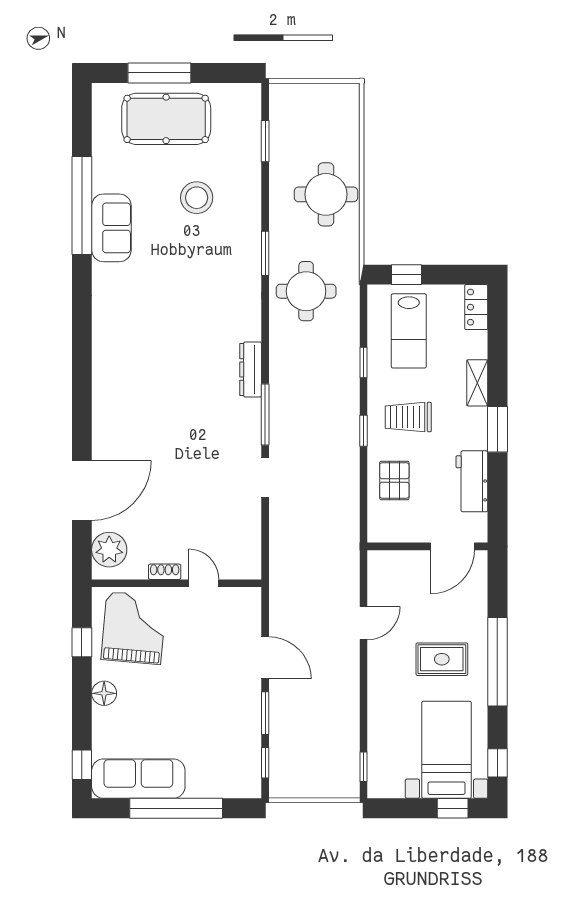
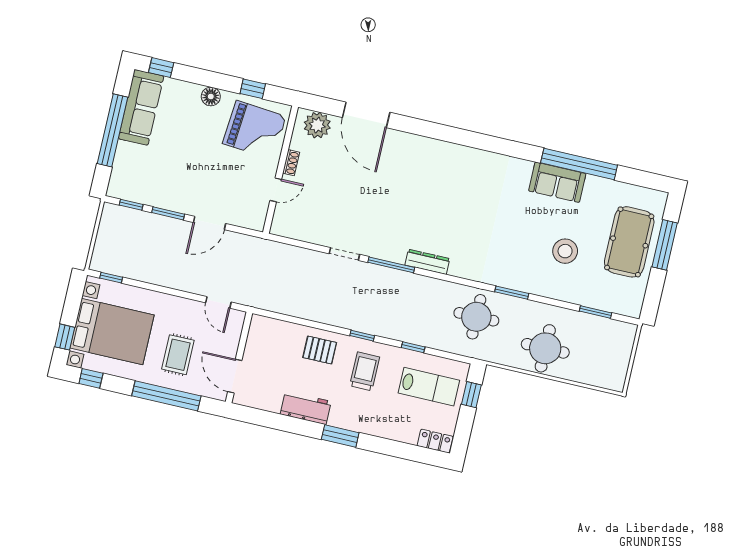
lab bench: (409, 331) -> (429, 387), turned 180
shelving: (477, 383) -> (378, 429), removed
wall: (427, 546) -> (239, 357), moved
door: (452, 546) -> (235, 376), moved
bed with nightstands: (447, 750) -> (112, 332), width x1.36

